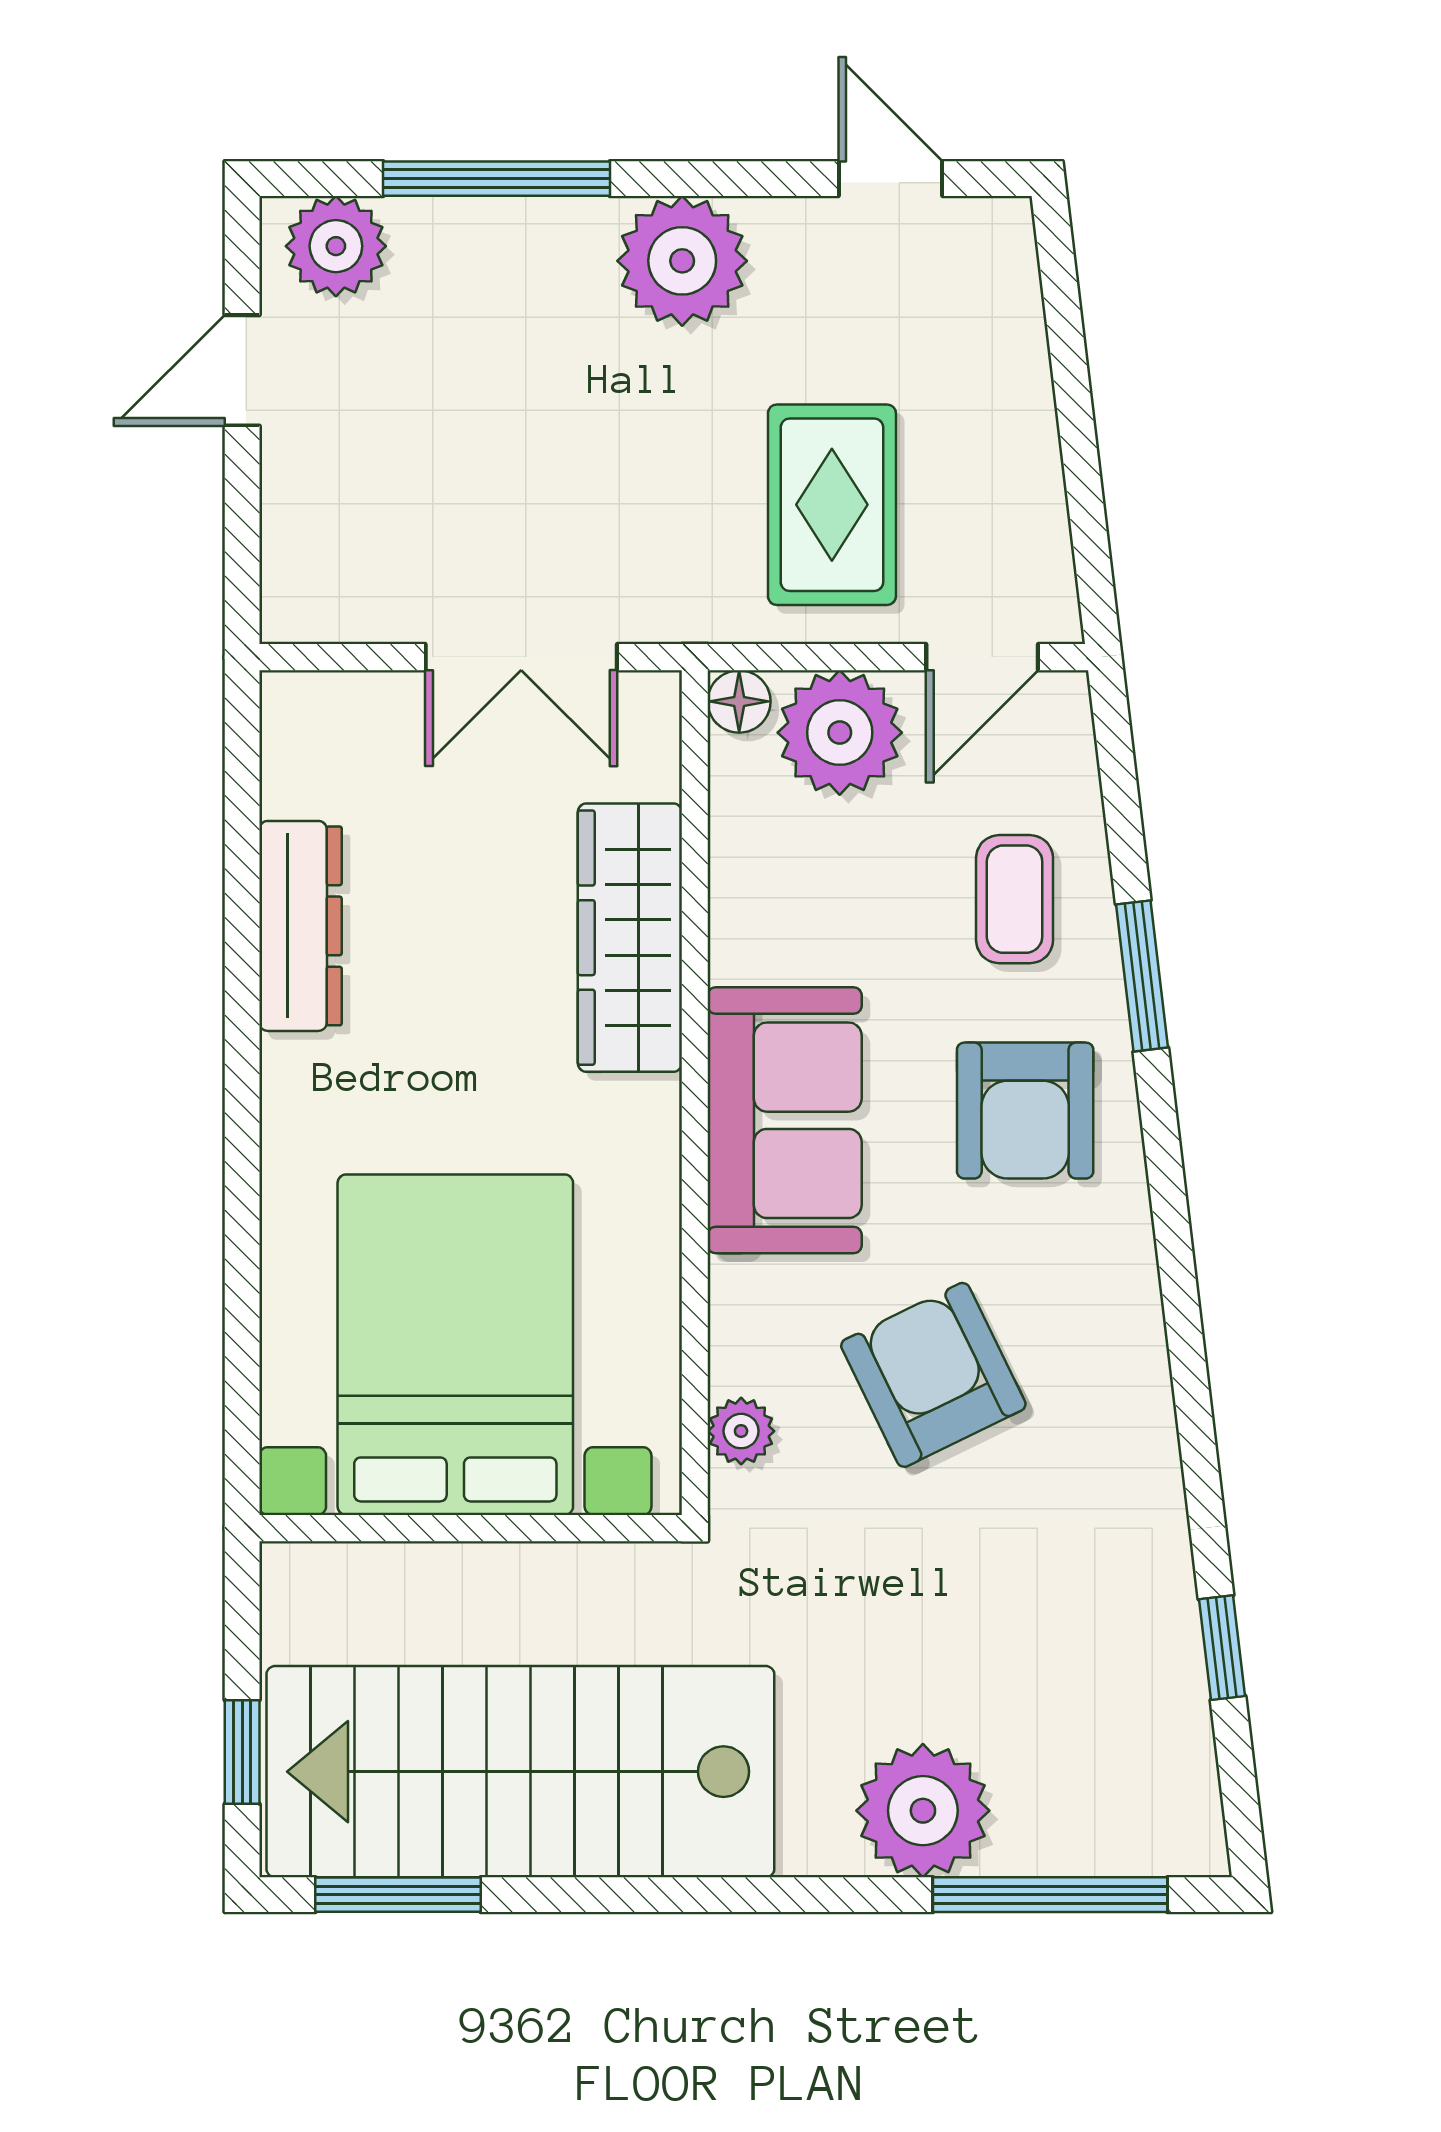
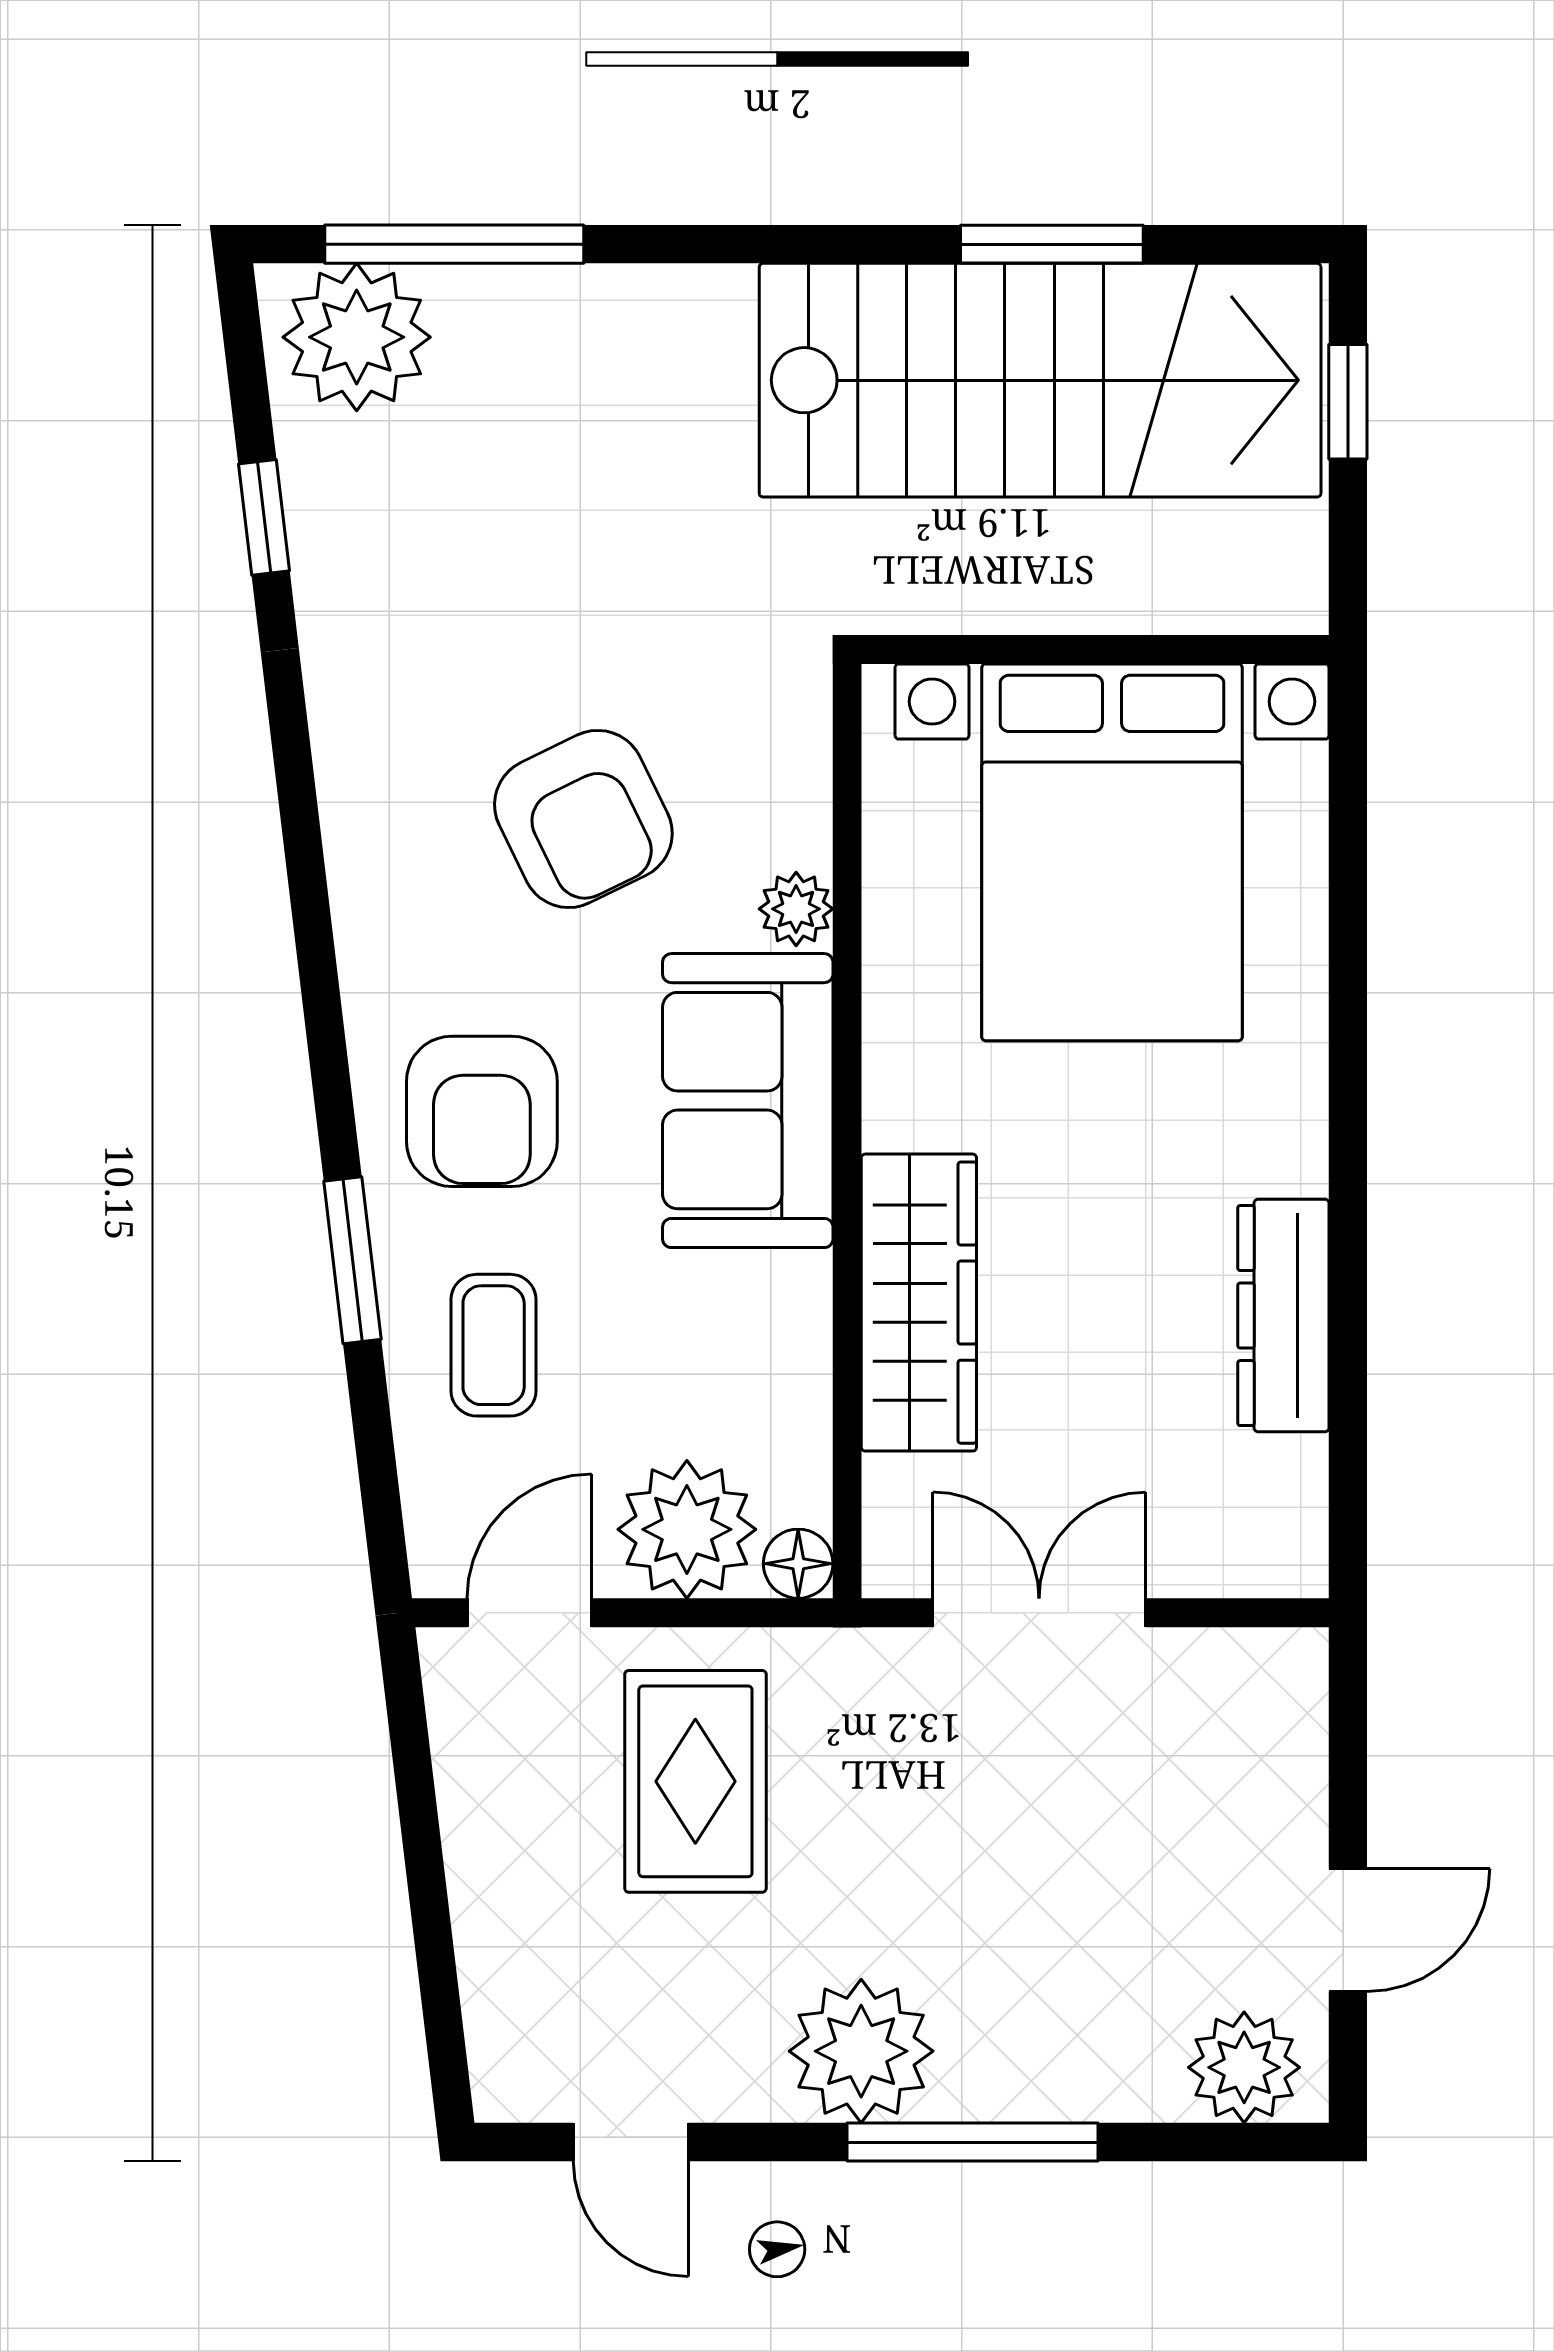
window: (496, 179) -> (973, 2142), moved
armchair: (1025, 1111) -> (482, 1111), turned 180
plant: (741, 1431) -> (796, 909), moved
plant: (923, 1811) -> (357, 337), moved
window: (398, 1895) -> (1052, 244), moved

